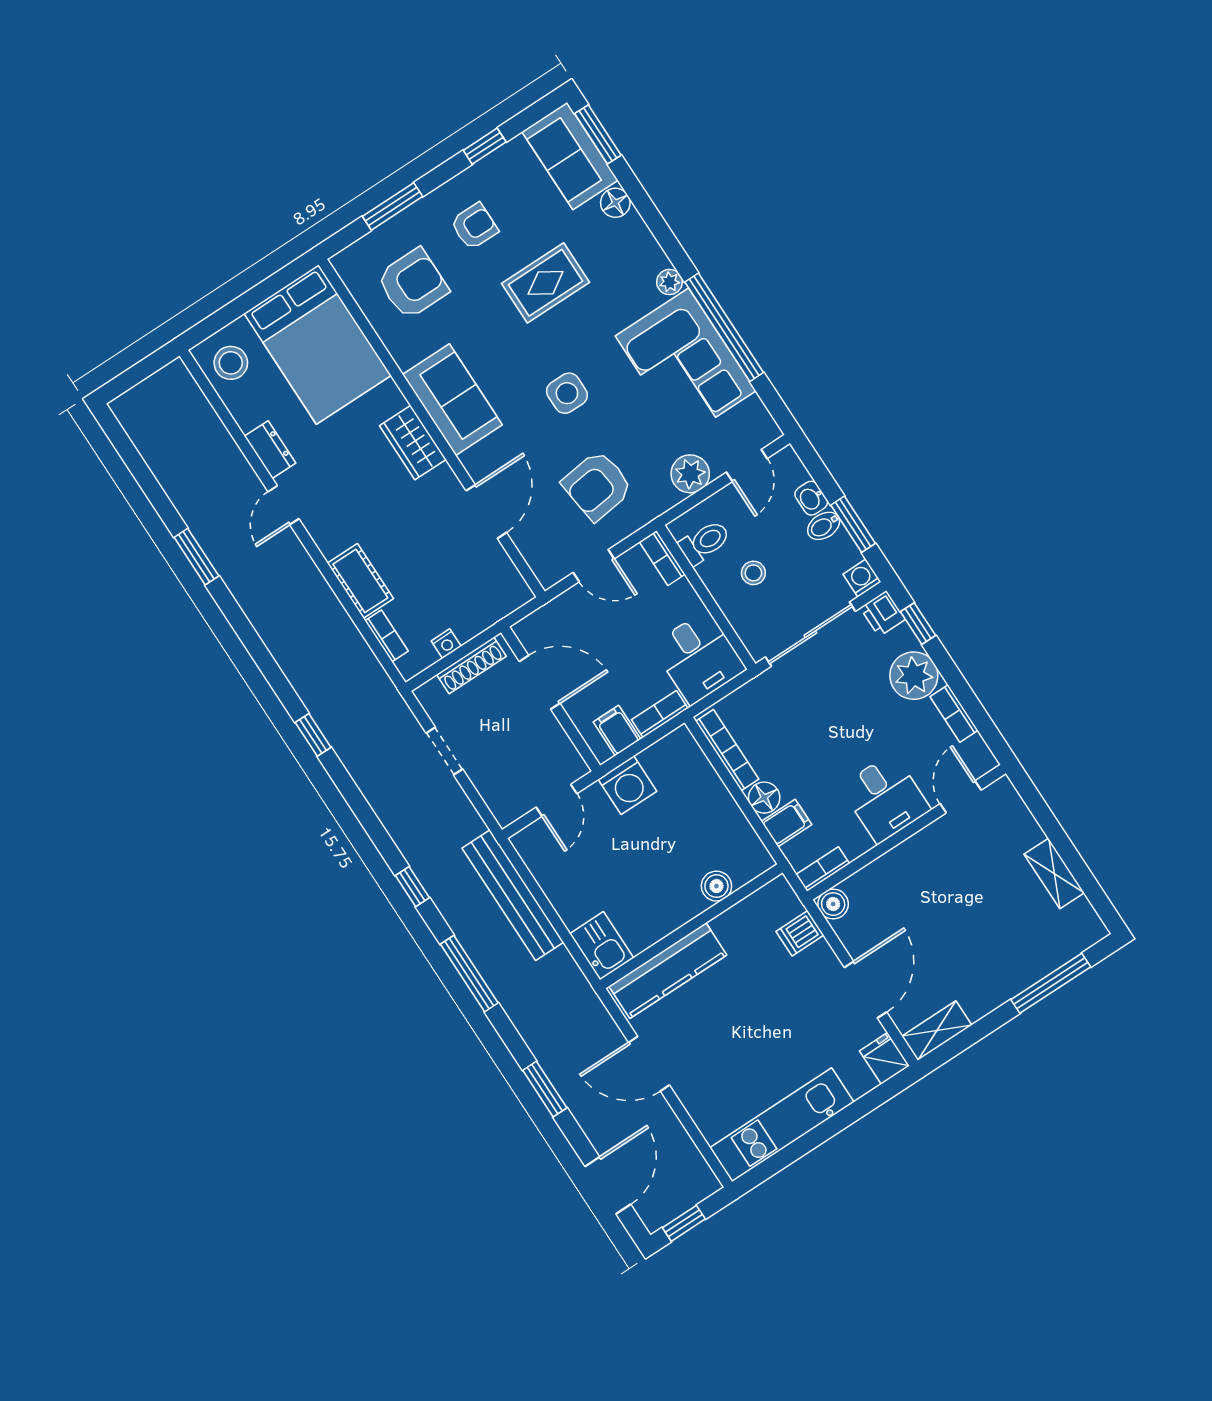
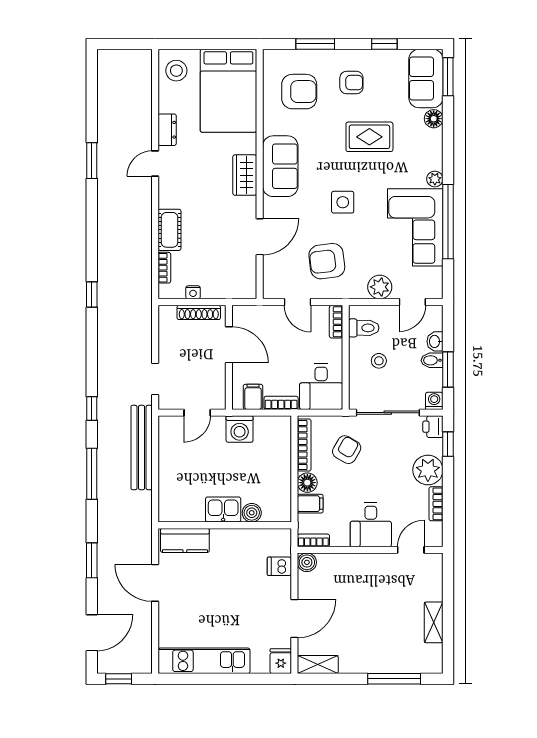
armchair: (788, 719) -> (347, 450), added
doorway: (444, 751) -> (155, 379), moved
kitchen sink: (602, 946) -> (223, 509), moved, turned -90
kitchen counter: (668, 971) -> (185, 540), width x0.67

